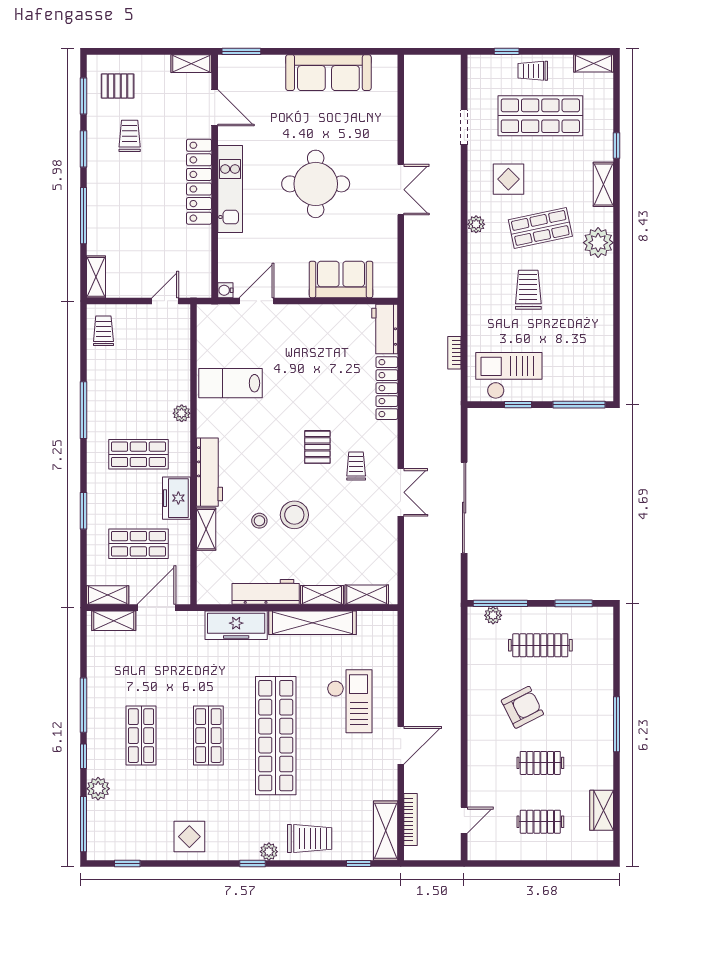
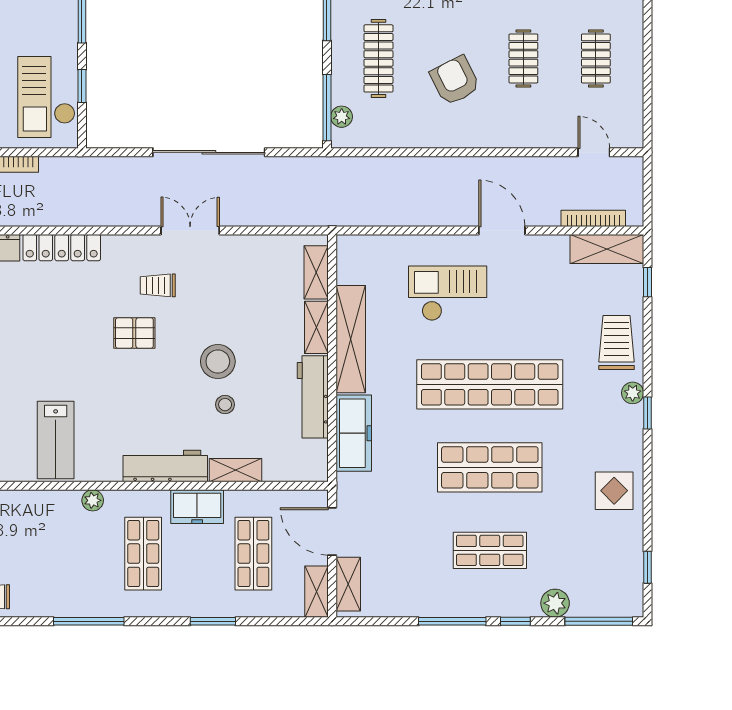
shop shelf: (208, 736) -> (490, 467), width x1.43, depth x1.36

